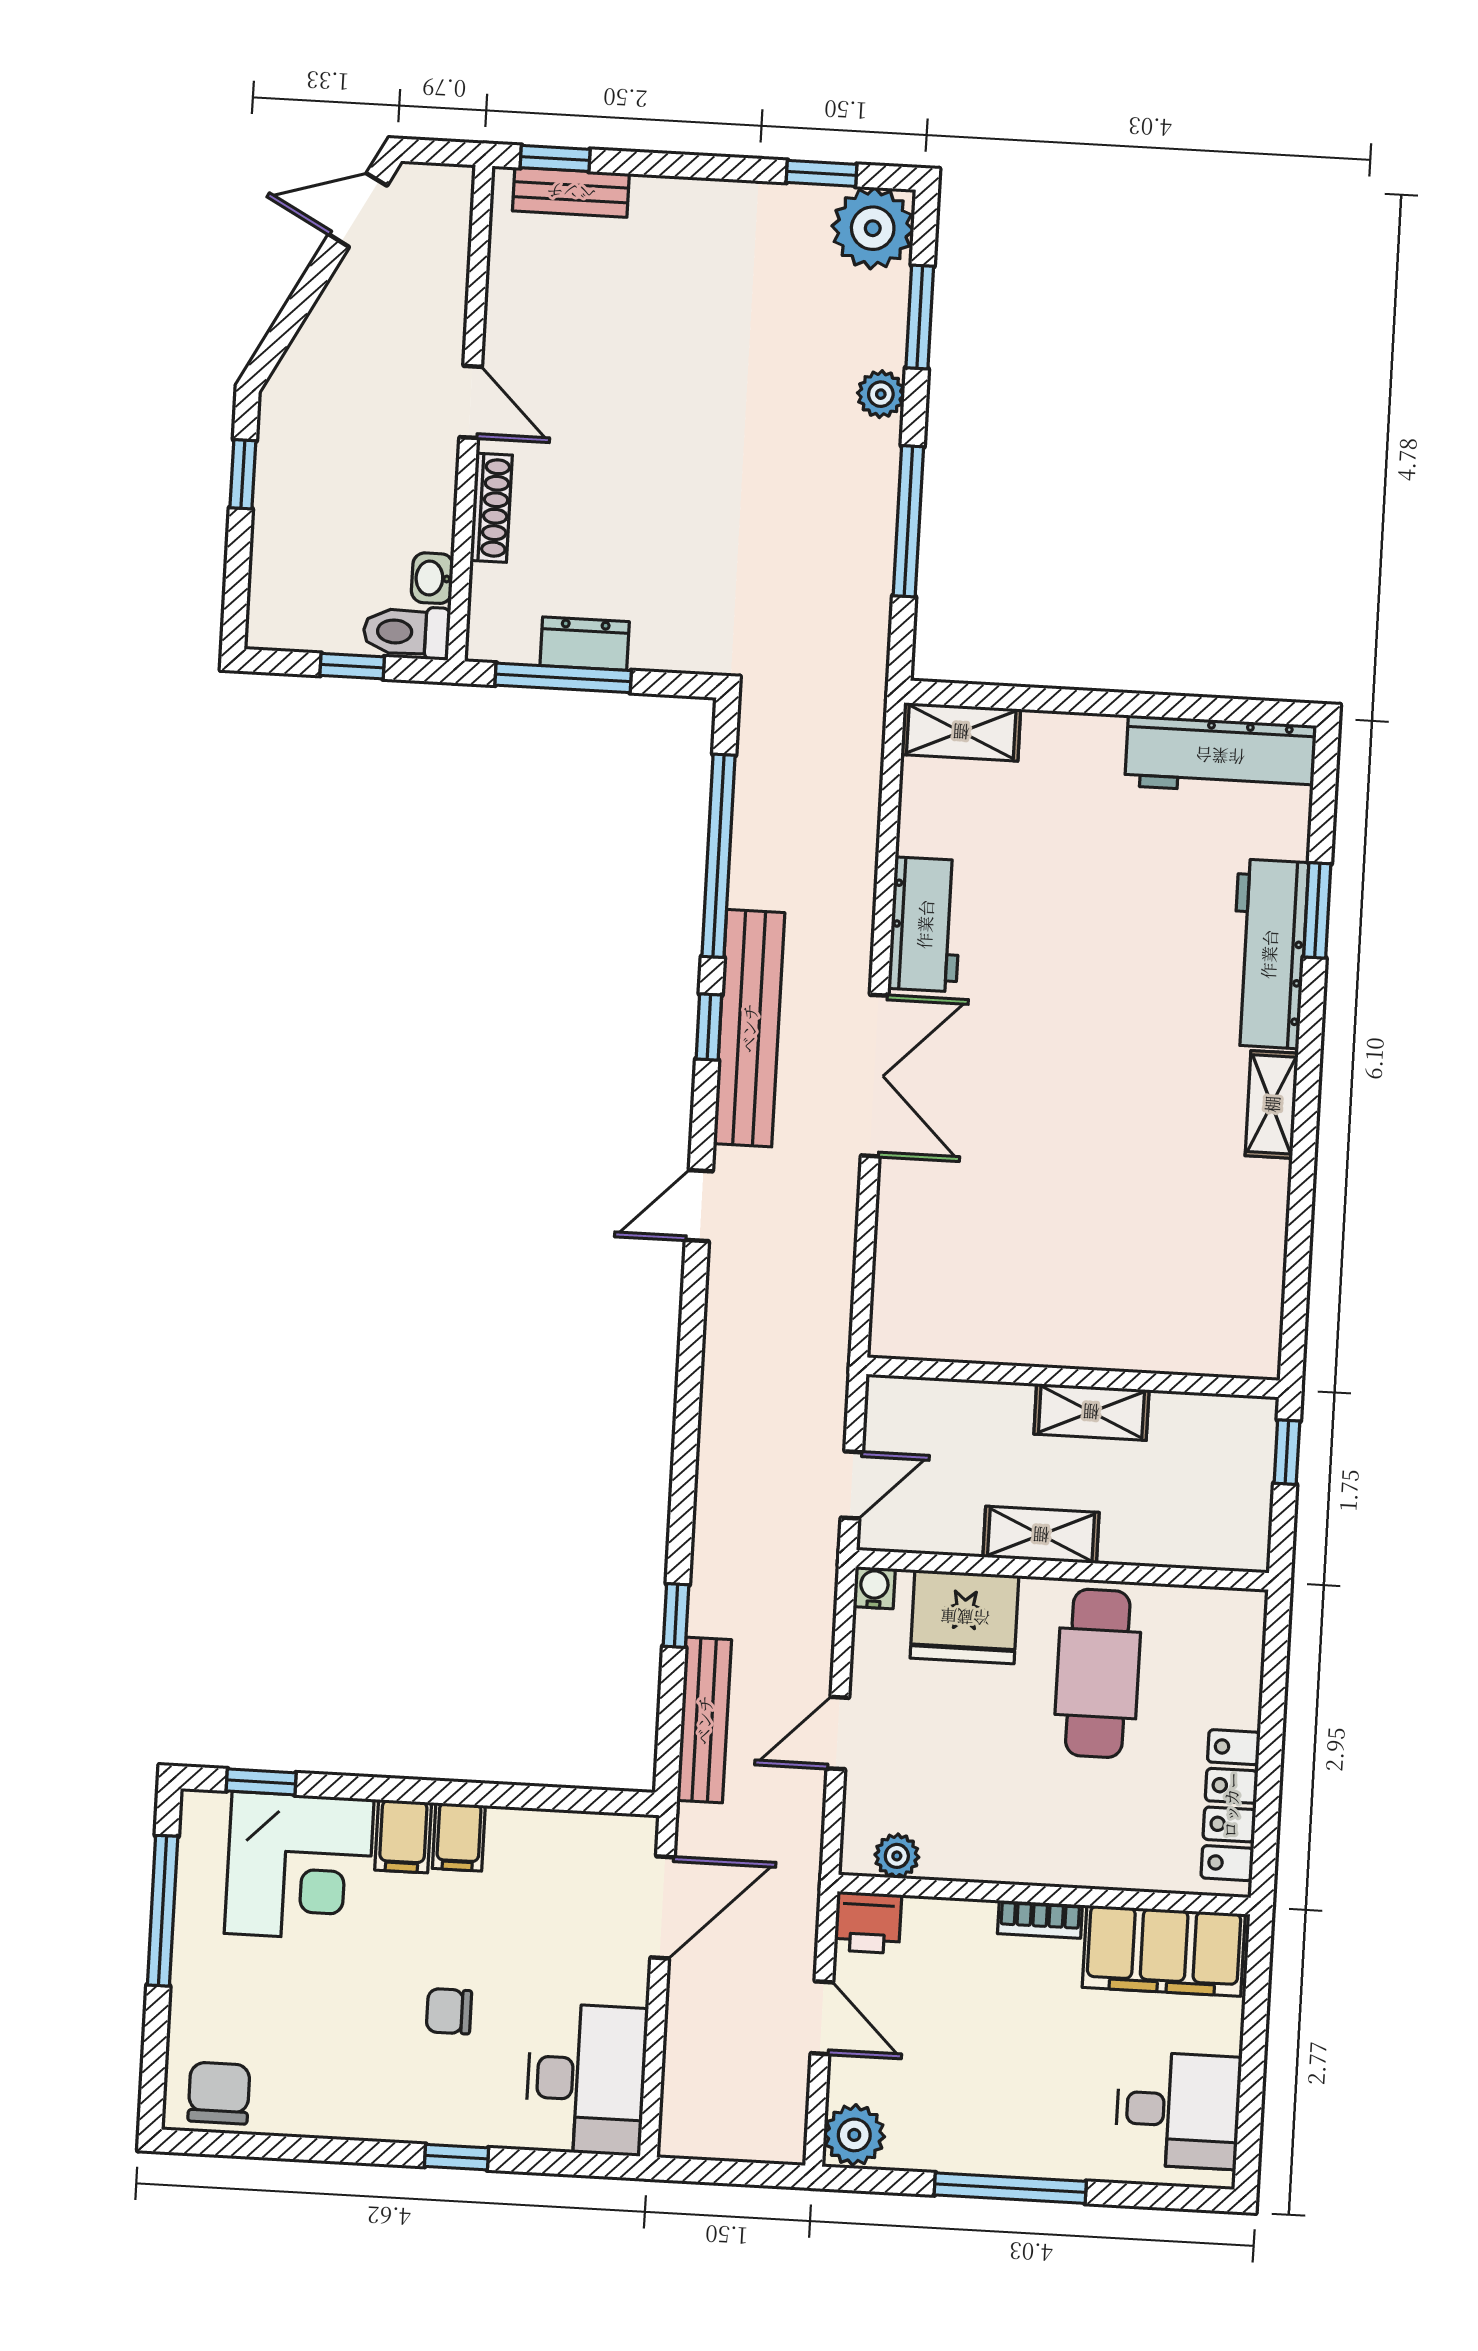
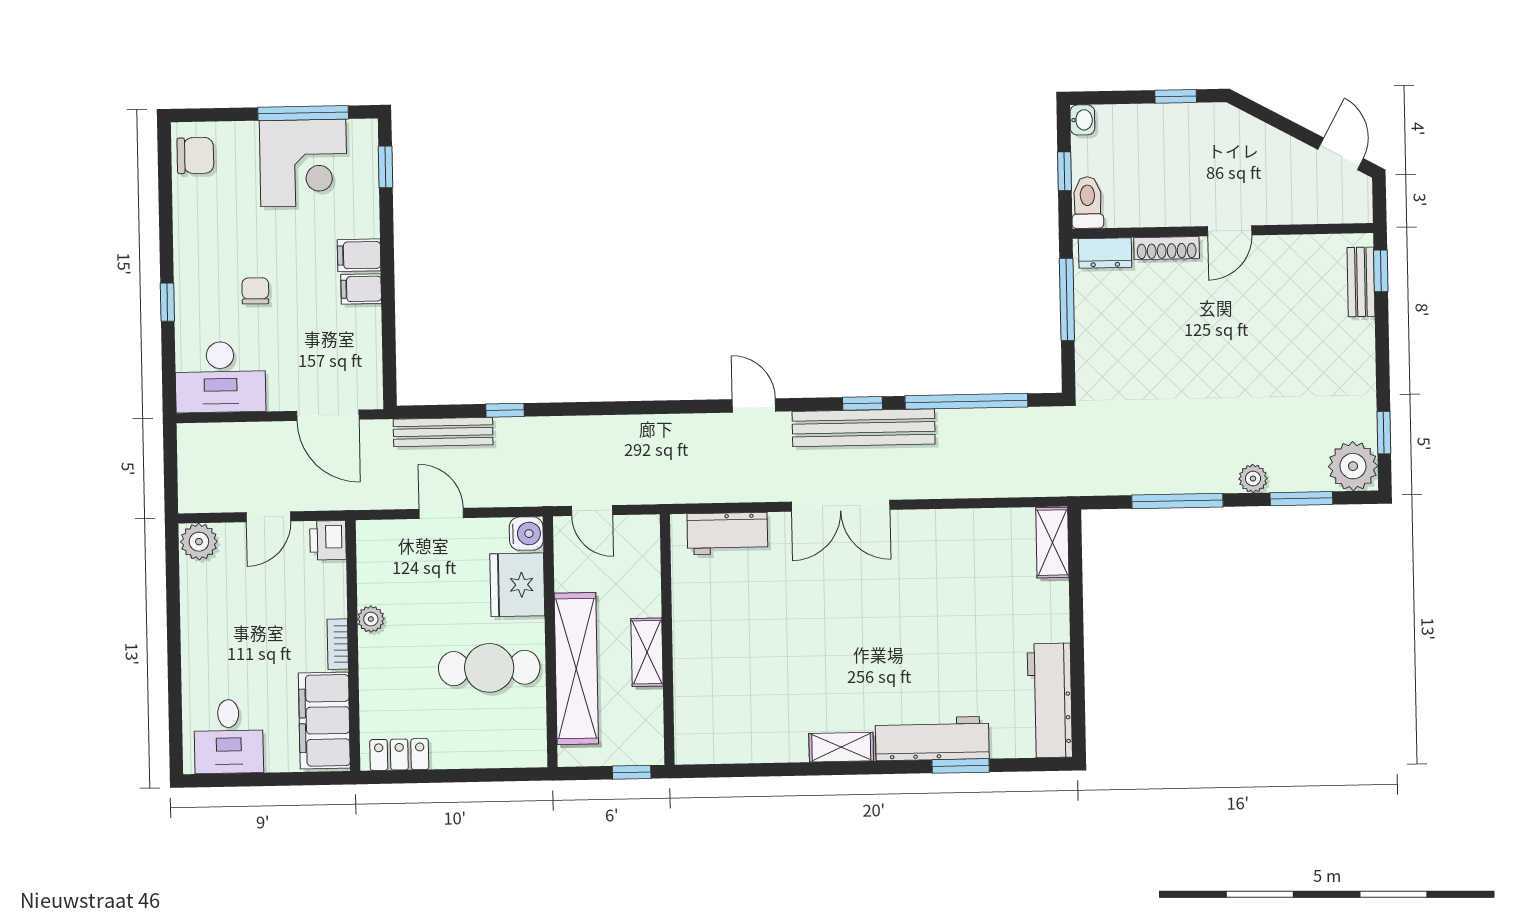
washbasin: (432, 578) -> (1082, 120), moved, turned 90
dresser: (585, 644) -> (1105, 253), moved, turned 90
workbench: (925, 924) -> (727, 534), moved
shelving: (1041, 1535) -> (576, 669), width x2.20, depth x1.33
water cooler: (874, 1588) -> (526, 534), width x1.38, depth x1.38
locker: (1231, 1805) -> (399, 755), width x0.66
plant: (897, 1856) -> (371, 619), moved
corner desk: (299, 1866) -> (303, 163), moved, turned -90
window: (1010, 2188) -> (174, 638), removed

